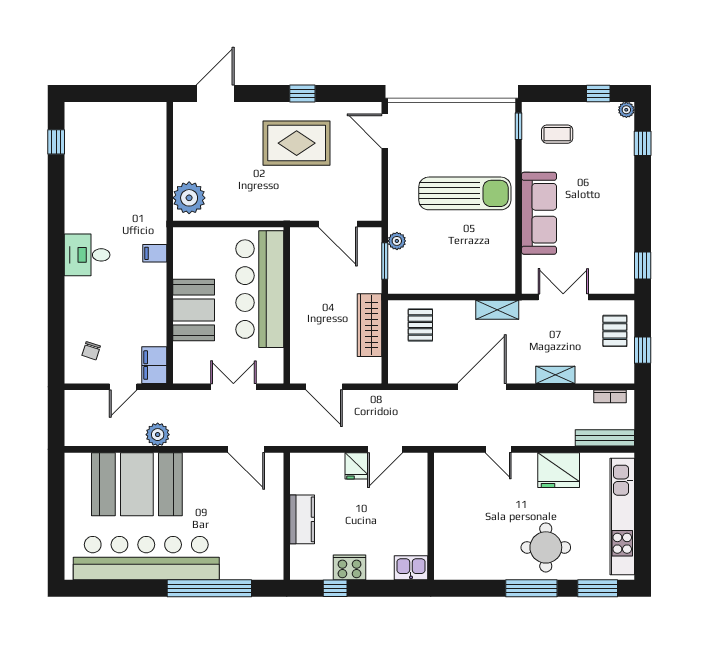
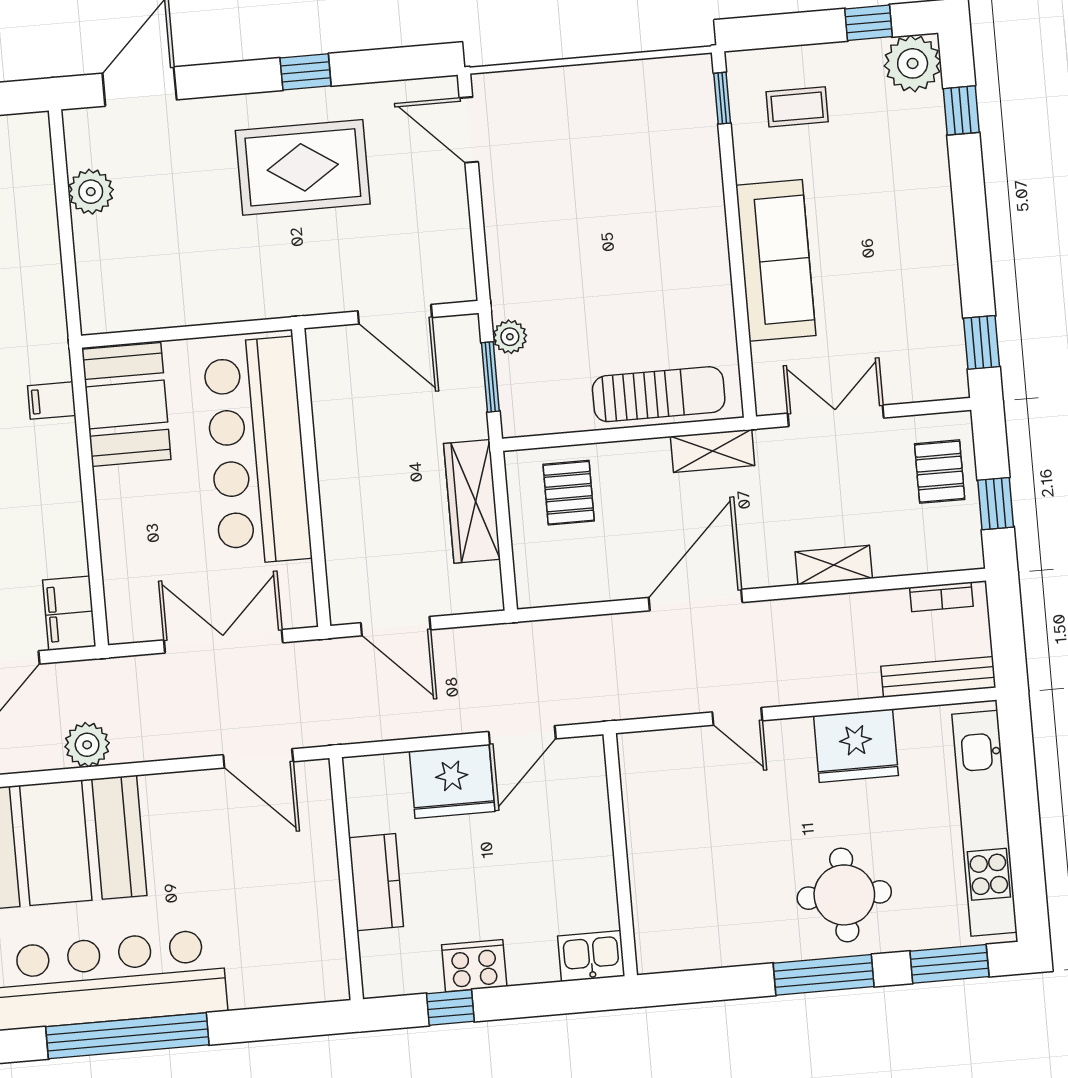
plant: (626, 110) -> (913, 63), width x1.87, depth x1.87
sun lounger: (465, 193) -> (659, 394), moved, width x0.73, depth x0.75
plant: (189, 198) -> (91, 192), moved, width x0.73, depth x0.73
booth: (194, 310) -> (126, 404), moved
double door: (233, 387) -> (223, 641), width x1.37
fridge: (356, 466) -> (452, 781), width x1.88, depth x1.34
window: (209, 588) -> (127, 1036), moved

